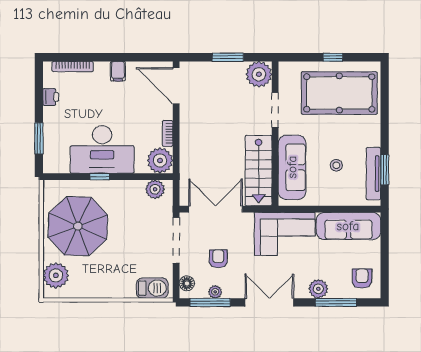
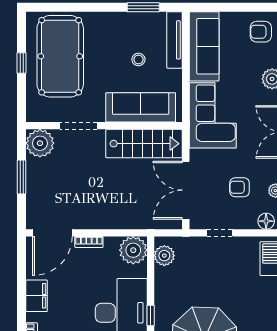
filing cabinet: (118, 71) -> (37, 296), width x2.00
bookcase: (168, 133) -> (89, 242), moved
tv unit: (374, 174) -> (175, 40), moved, turned 90
doorway: (176, 240) -> (220, 233), width x0.53

